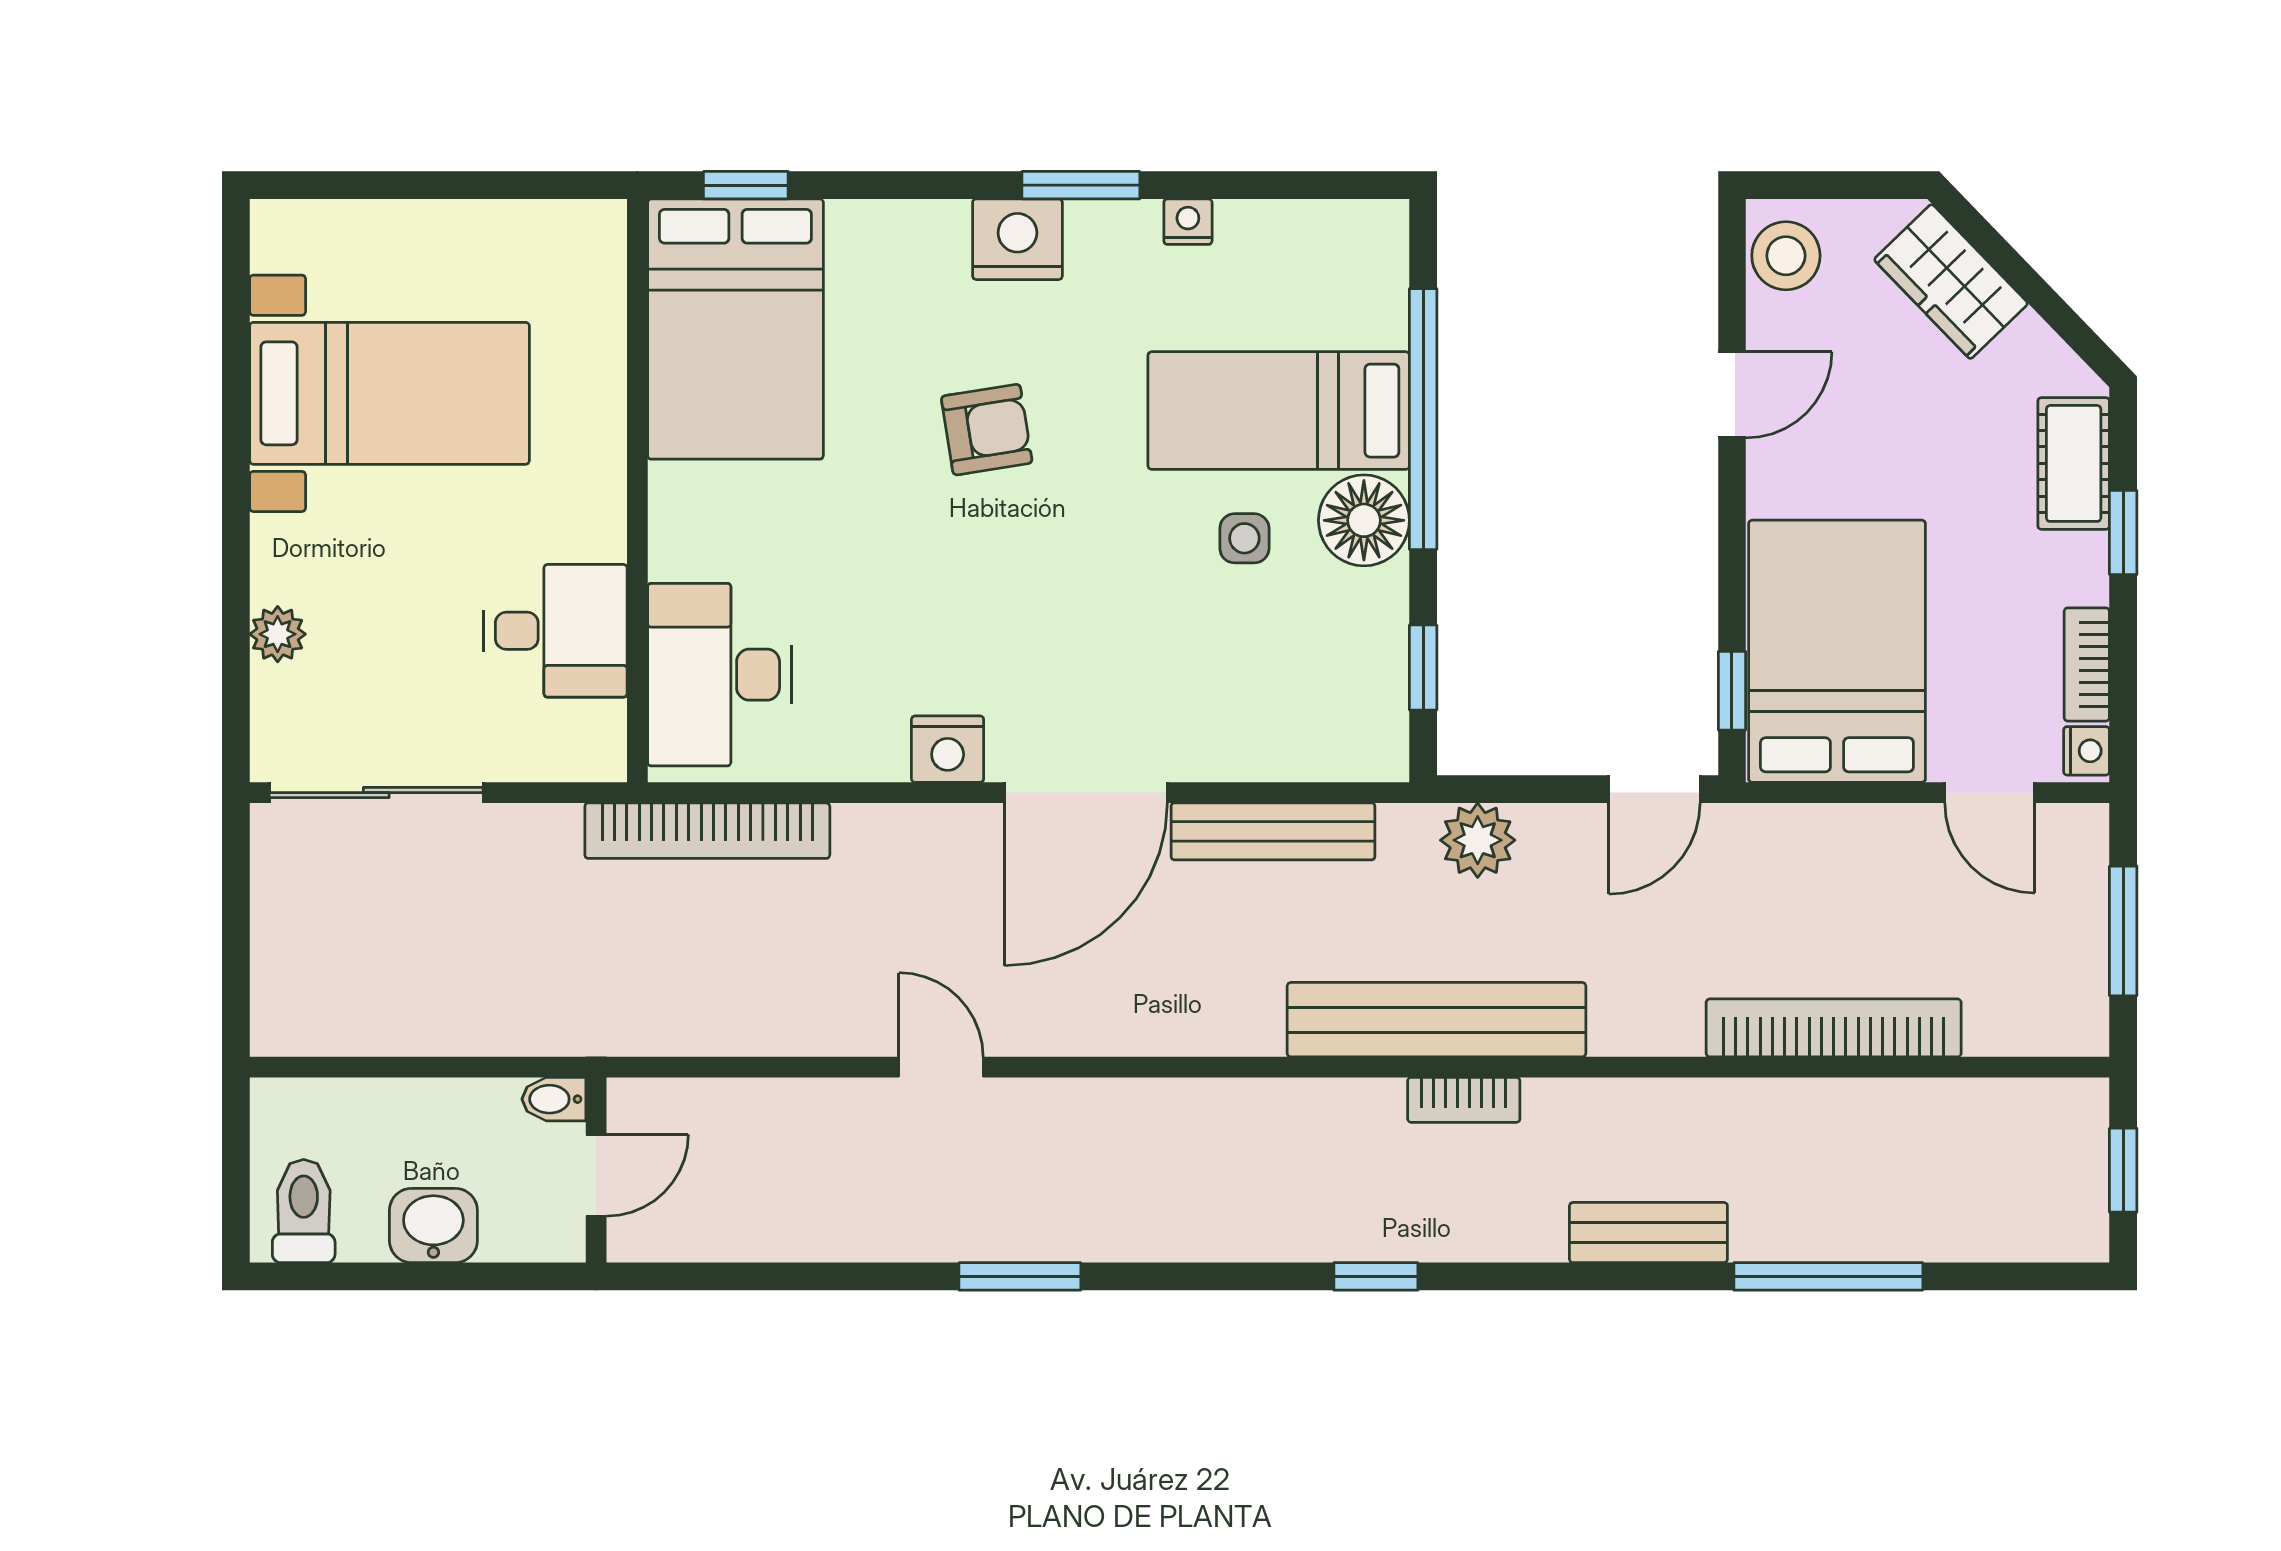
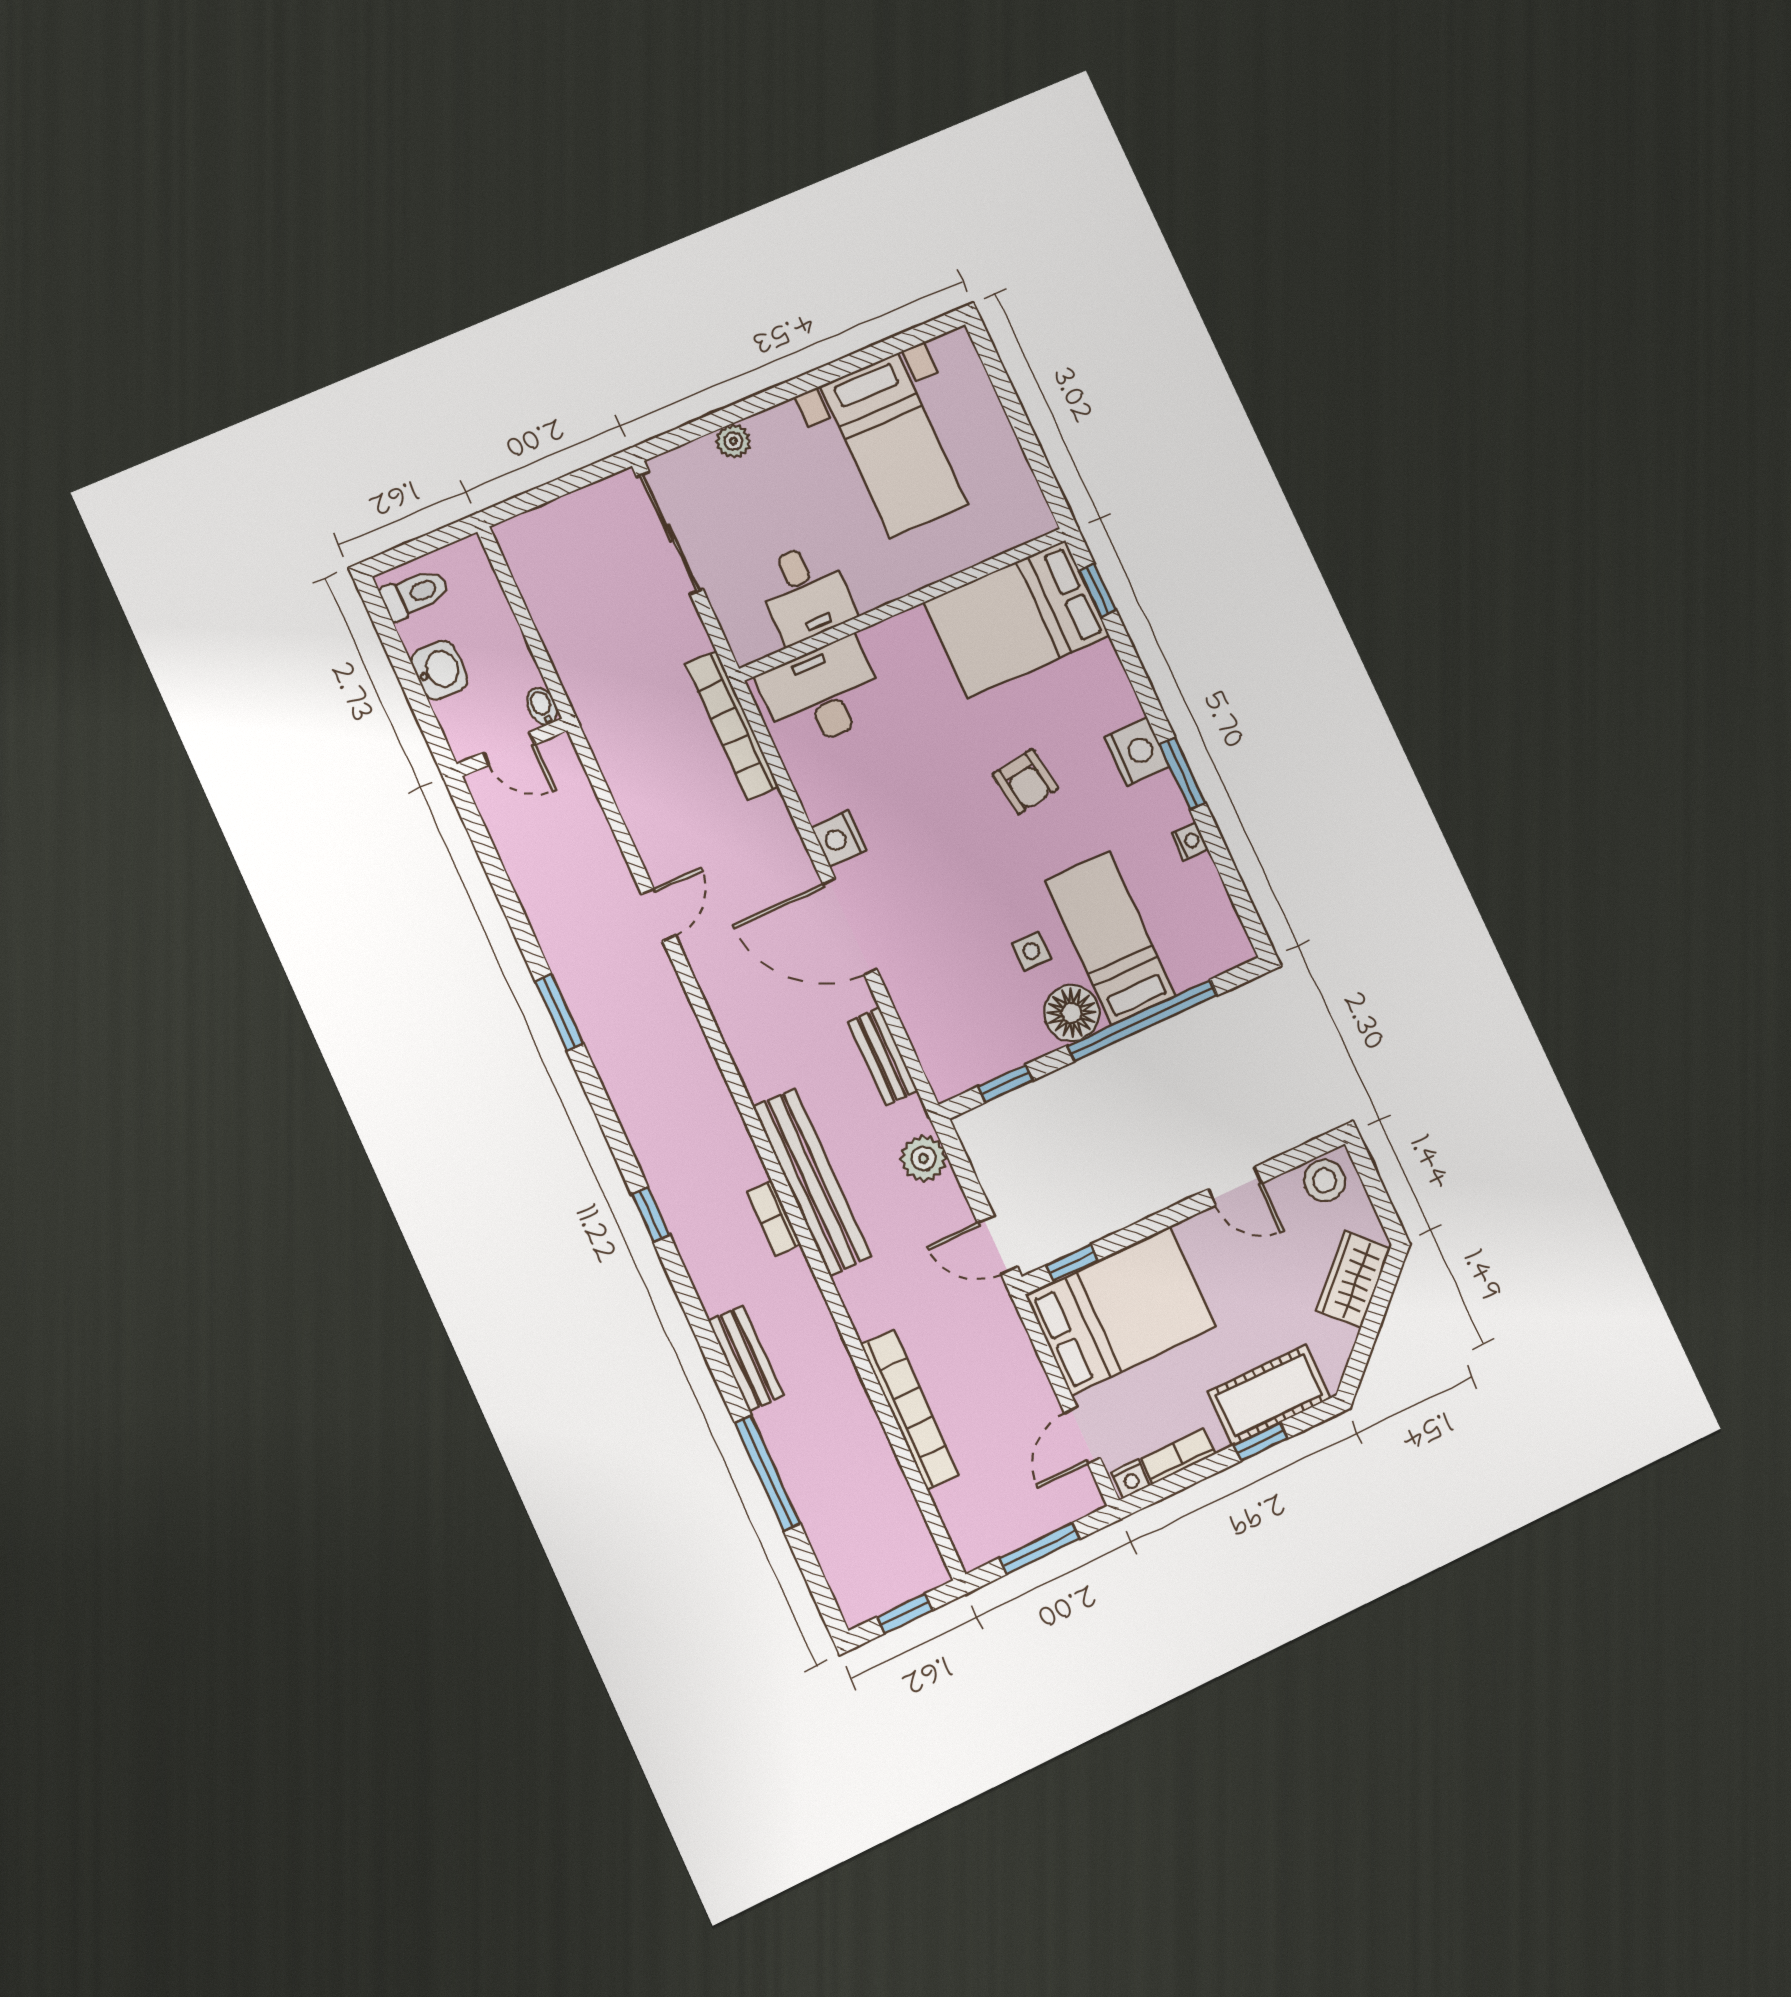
cot: (2074, 463) -> (1269, 1395), width x1.37, depth x1.34
bench: (1273, 831) -> (883, 1056), width x0.73

